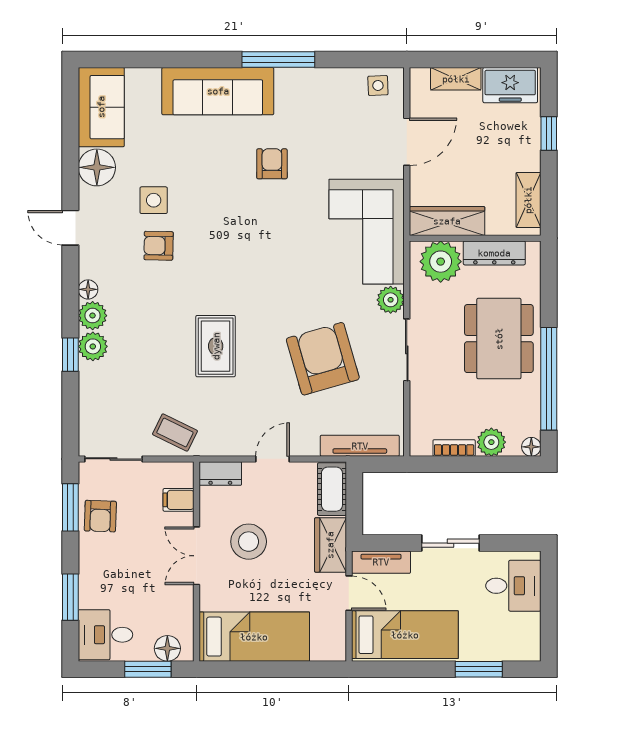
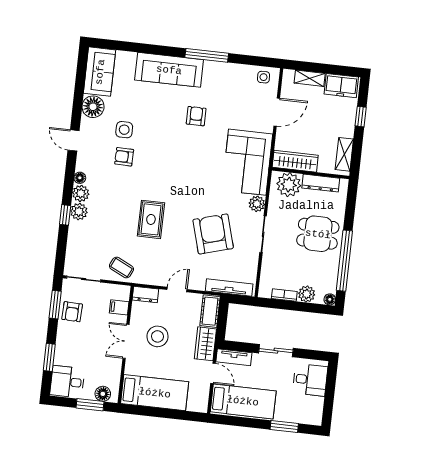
dining table: (499, 339) -> (318, 234), width x0.73

